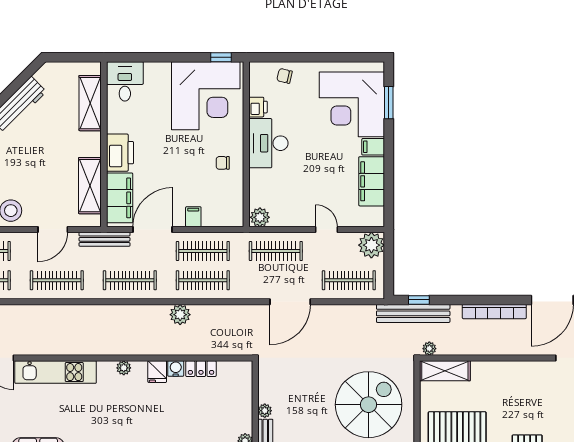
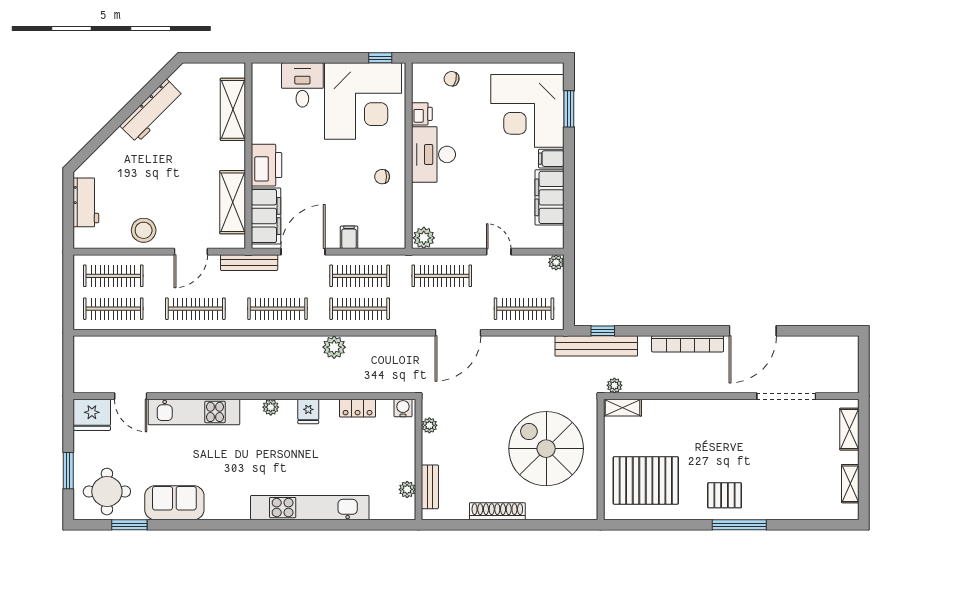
desk: (125, 81) -> (302, 85), moved
plant: (371, 245) -> (556, 262), width x0.53, depth x0.53
water cooler: (176, 368) -> (403, 408), moved
shelving: (445, 371) -> (622, 408), width x0.67, depth x0.75
spiral stairs: (369, 405) -> (546, 449), turned -90
plant: (265, 411) -> (429, 425), moved

